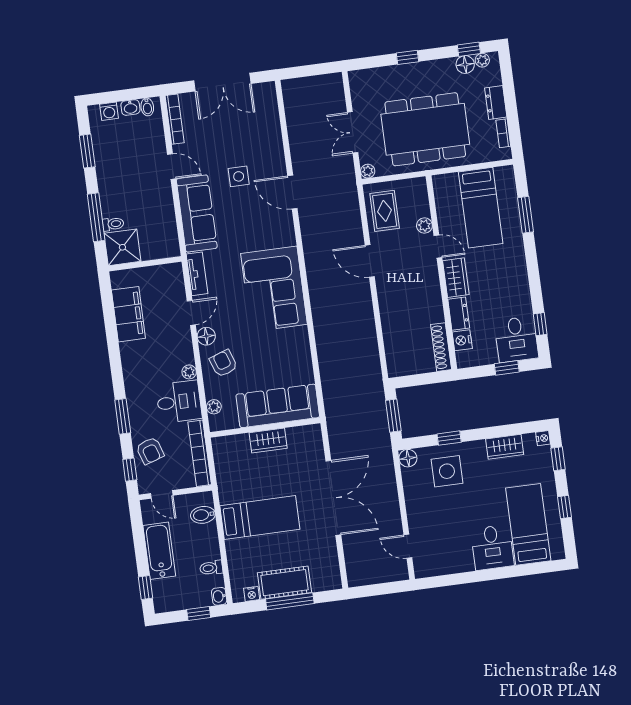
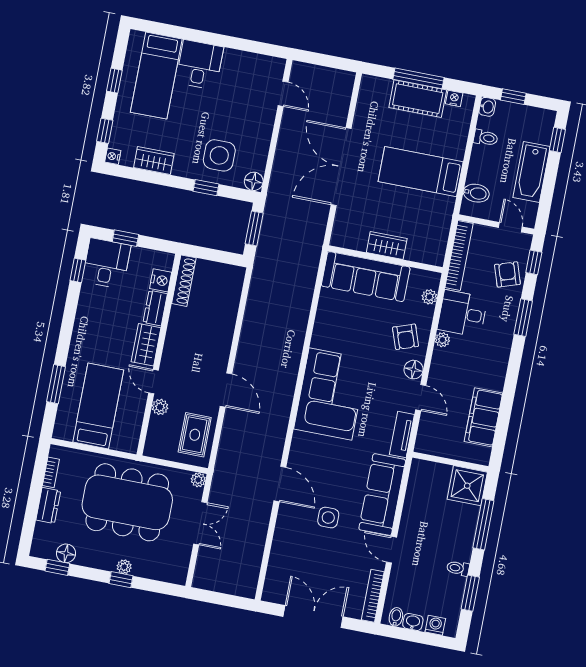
plant: (482, 60) -> (124, 567), moved
toilet: (113, 224) -> (458, 568), moved
door: (191, 313) -> (421, 398), swing flipped

